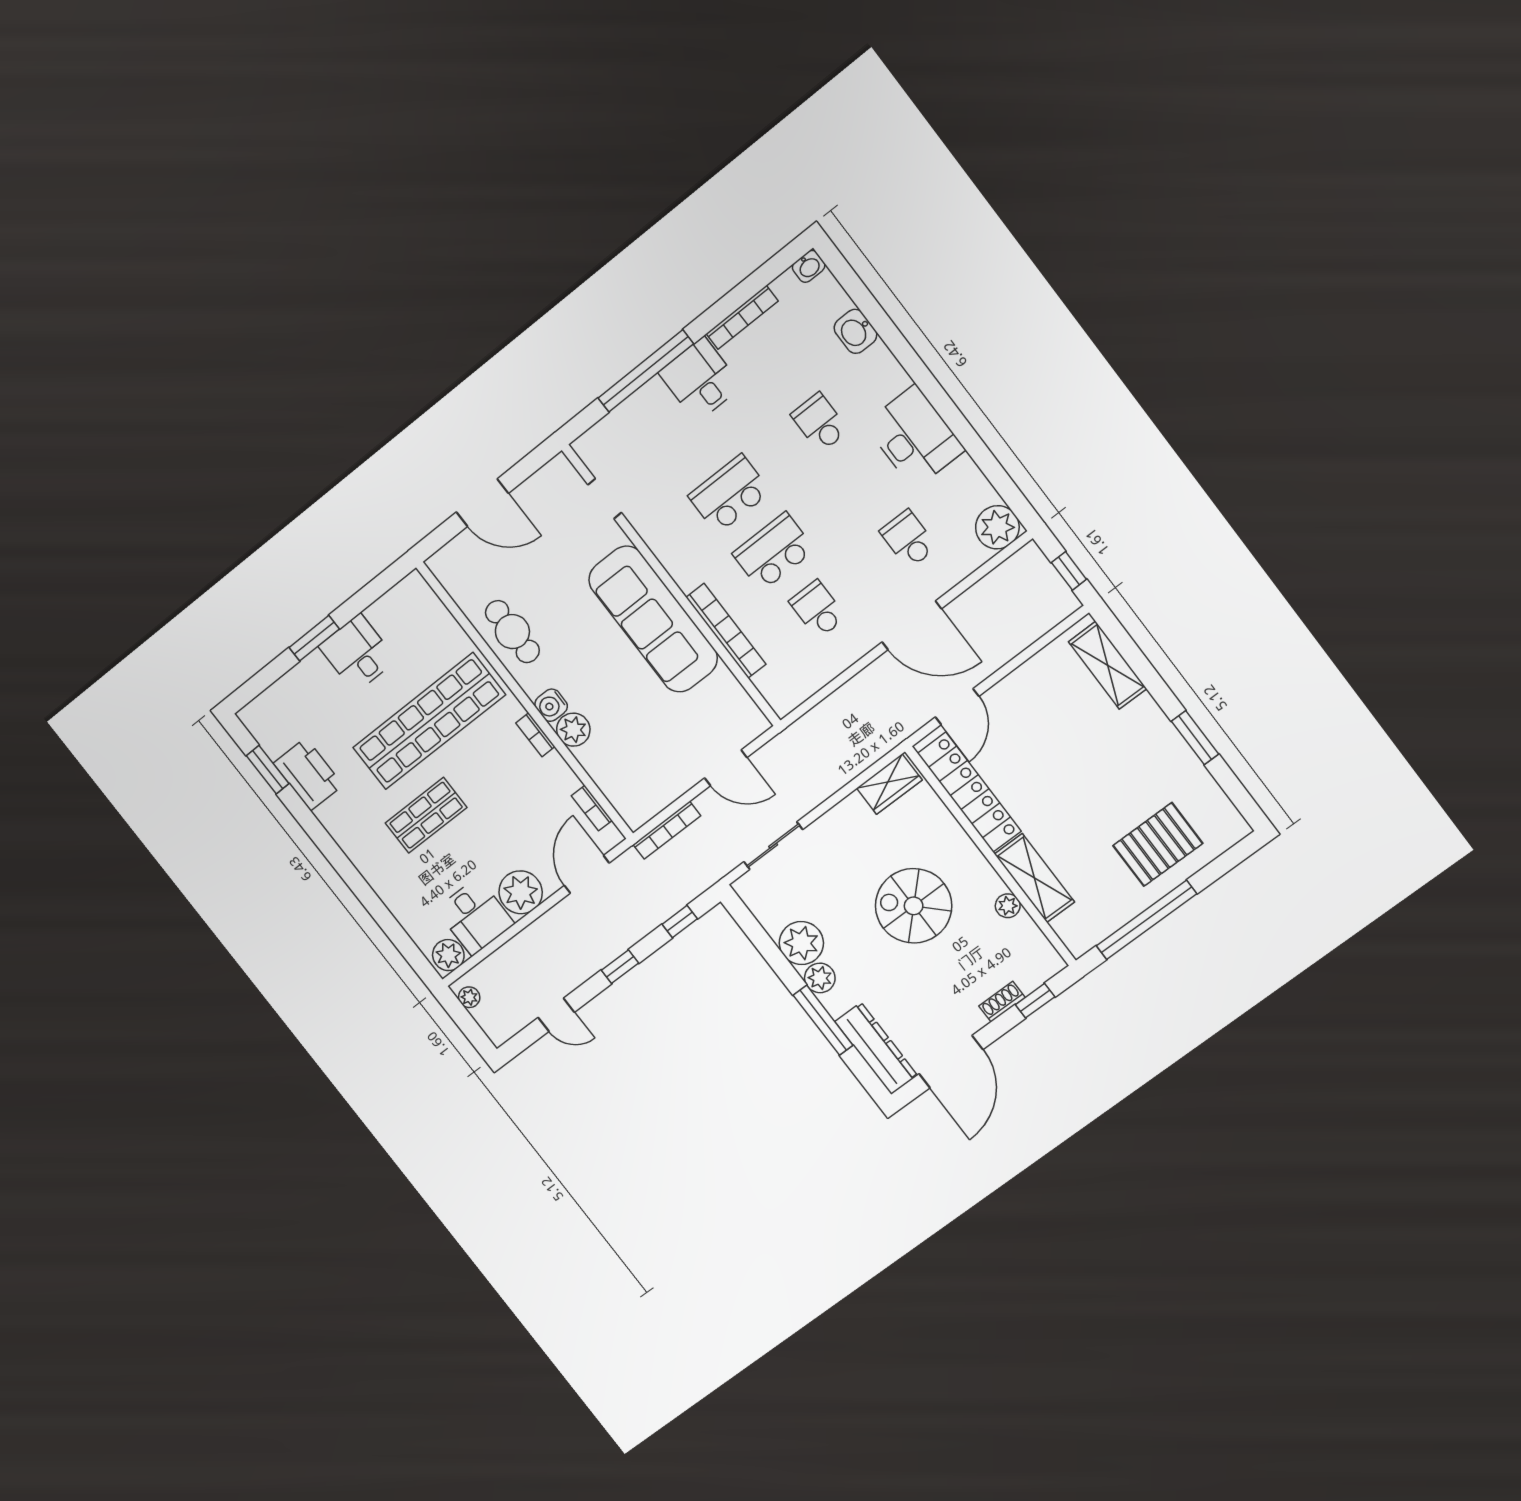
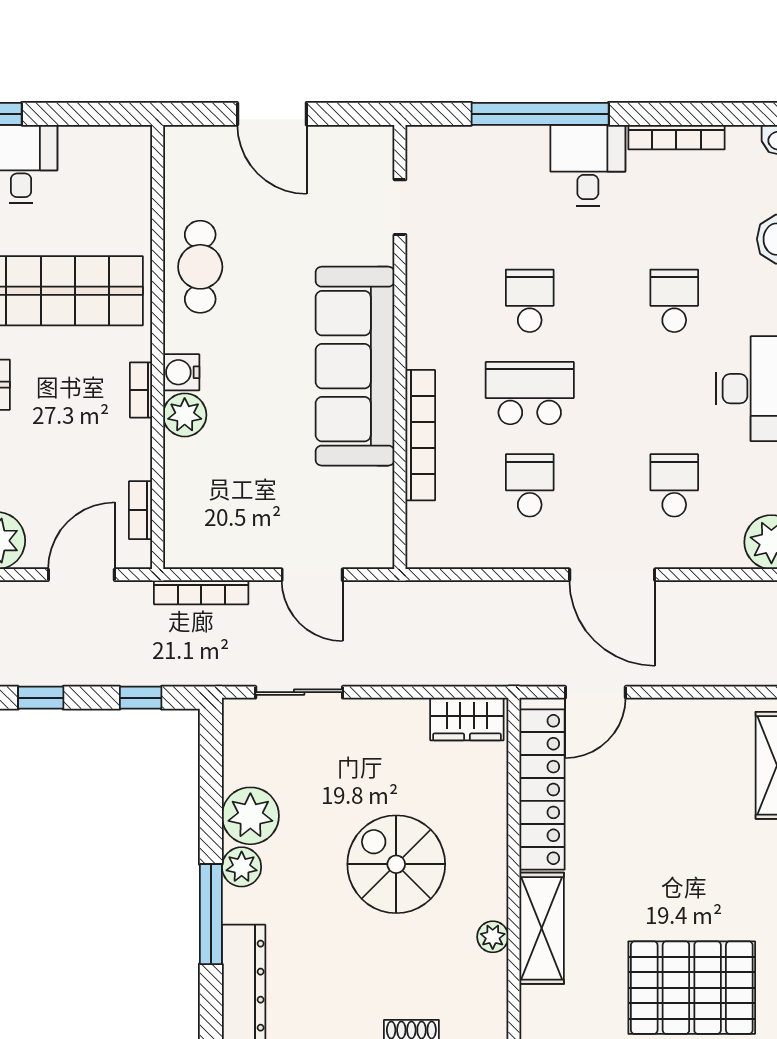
school desk: (729, 494) -> (530, 301), width x0.54
pallet: (1158, 844) -> (692, 988), width x1.37, depth x1.41

